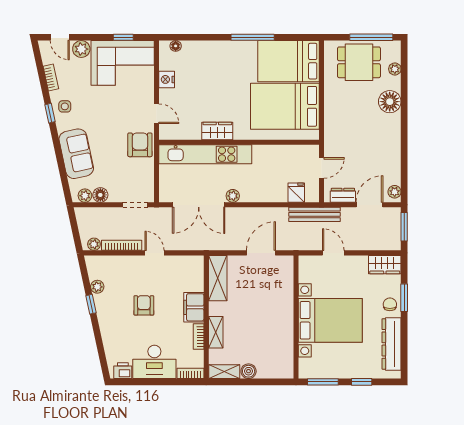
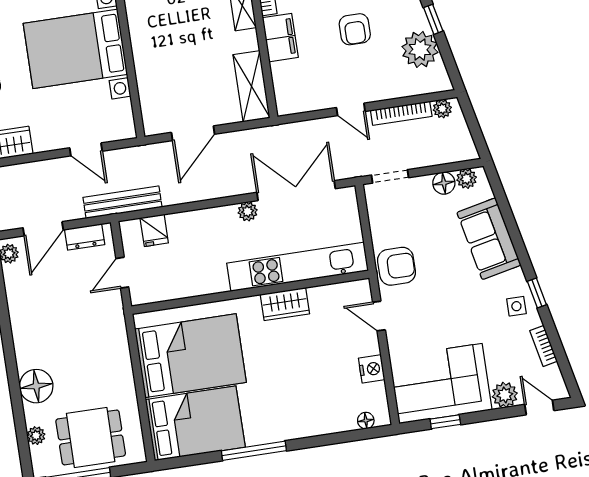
armchair: (140, 145) -> (397, 266), turned -90
plant: (97, 287) -> (420, 49), width x1.87, depth x1.87

